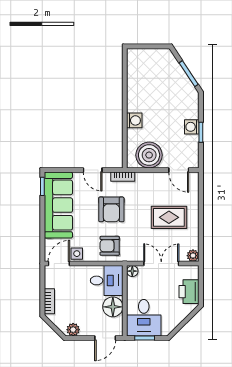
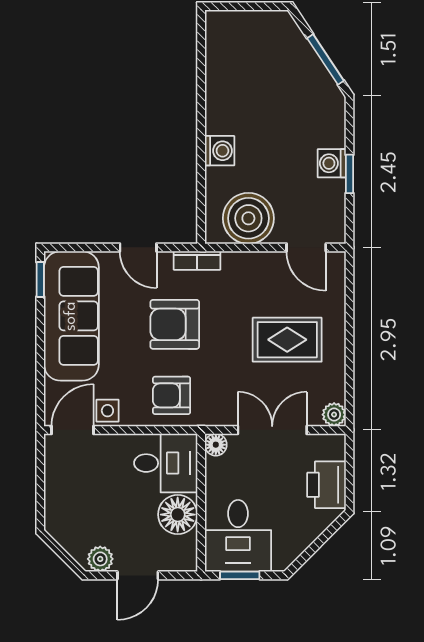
armchair: (111, 209) -> (175, 324), turned 90
bookcase: (49, 301) -> (54, 503), removed
door: (105, 338) -> (138, 575), moved

